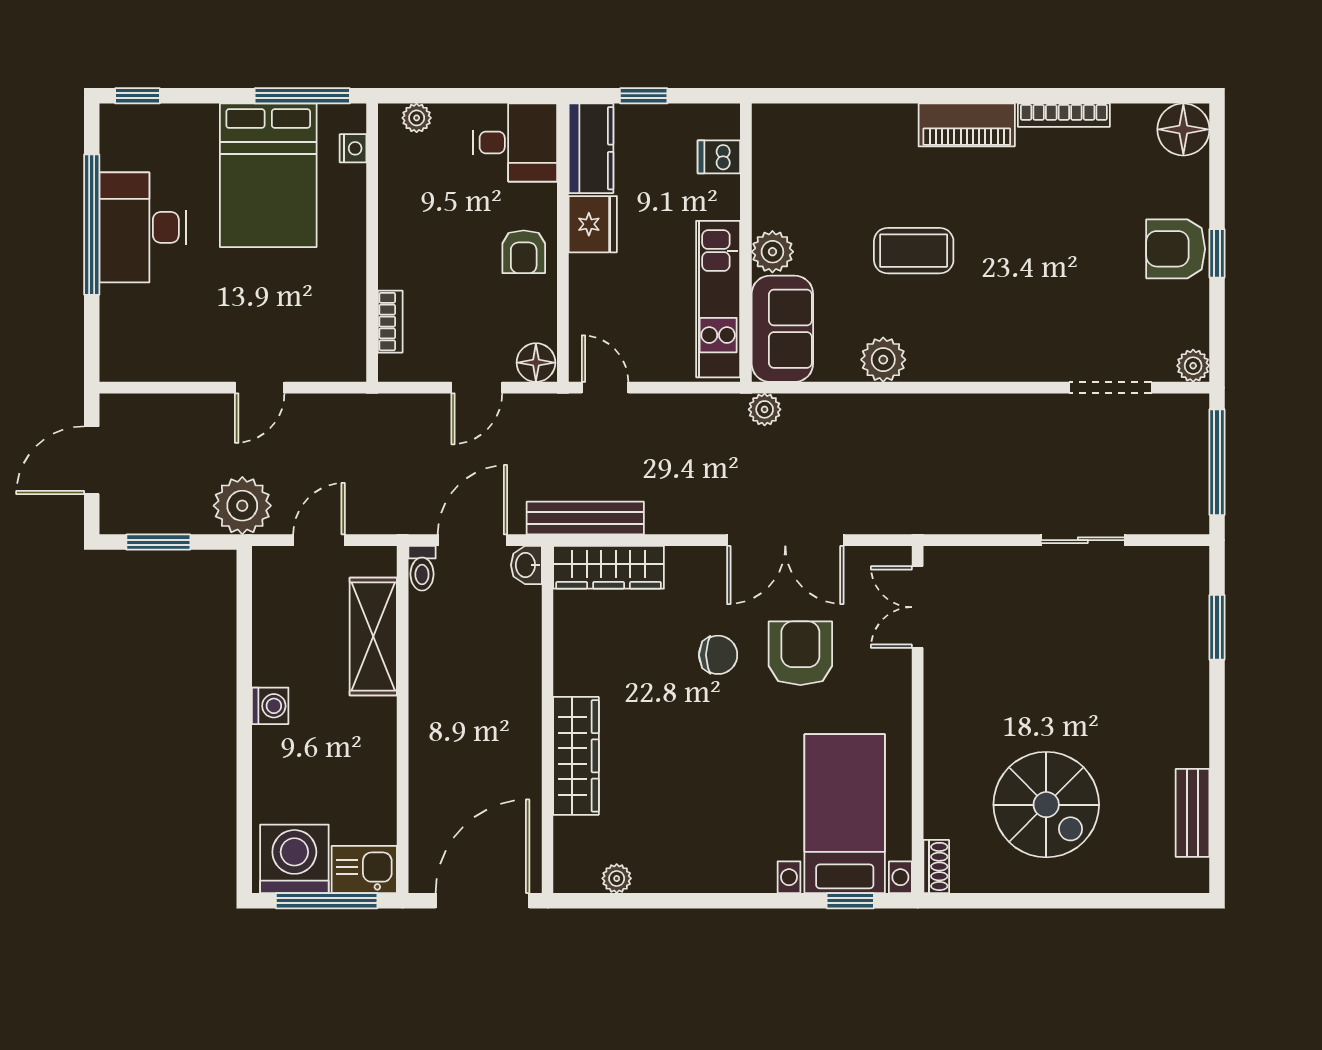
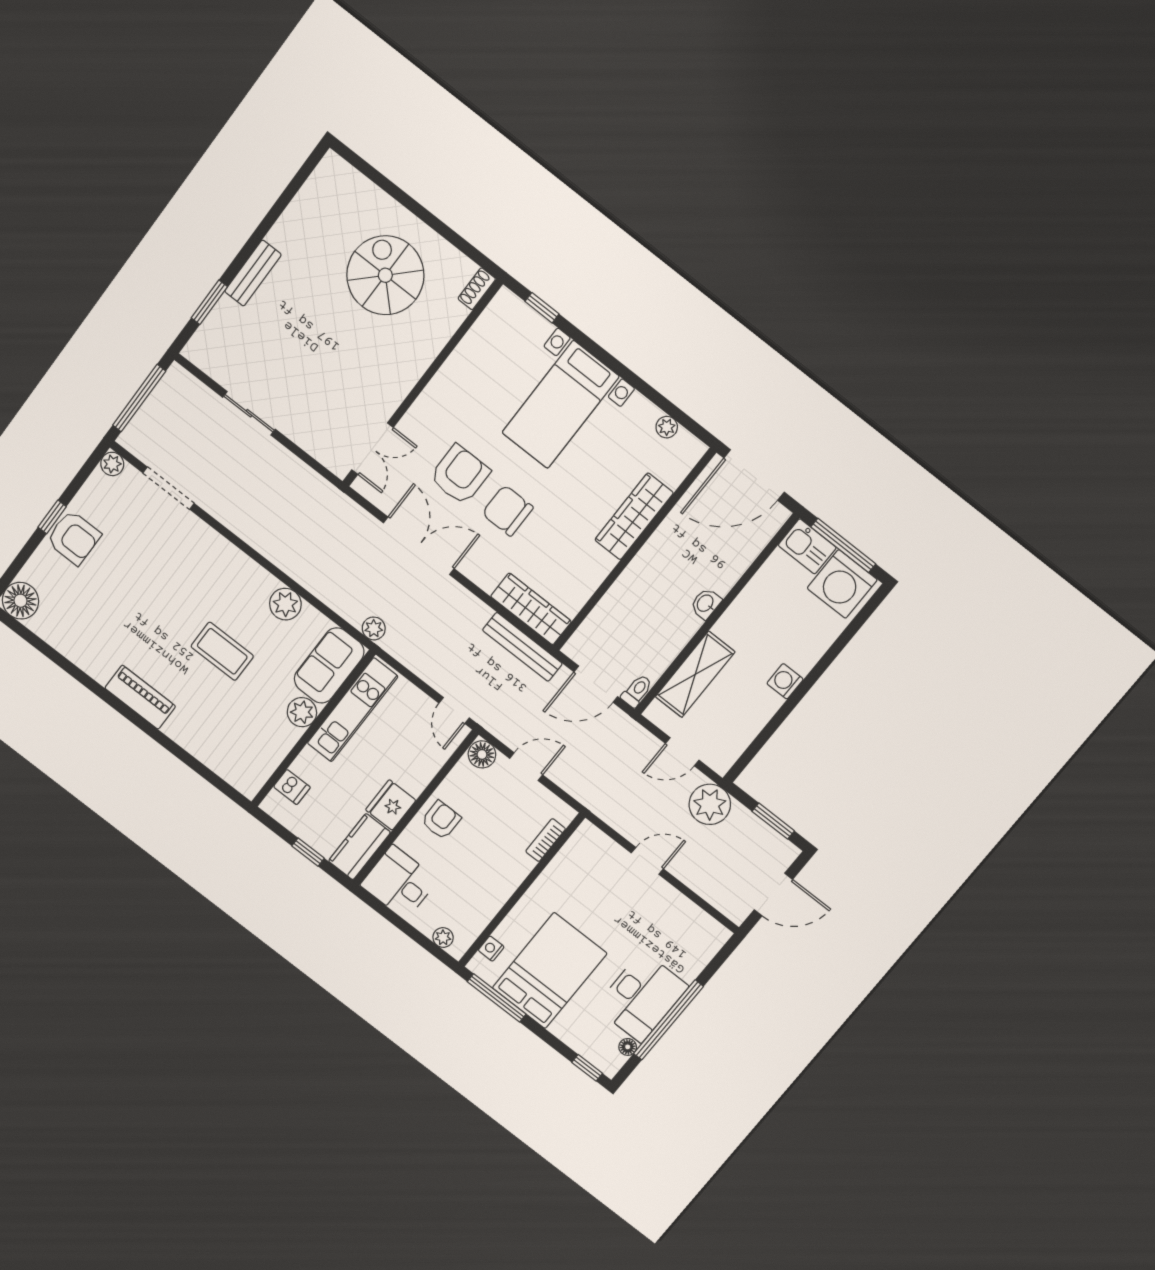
bookcase: (1064, 115) -> (82, 660), removed
floor lamp: (112, 157) -> (628, 1047), added
washbasin: (526, 565) -> (706, 604), moved, turned 180
armchair: (800, 653) -> (460, 475), turned 180
chair: (718, 655) -> (508, 511), width x1.37, depth x1.37
bench: (1193, 813) -> (253, 273), moved
bed with nightstands: (845, 814) -> (560, 405), moved

